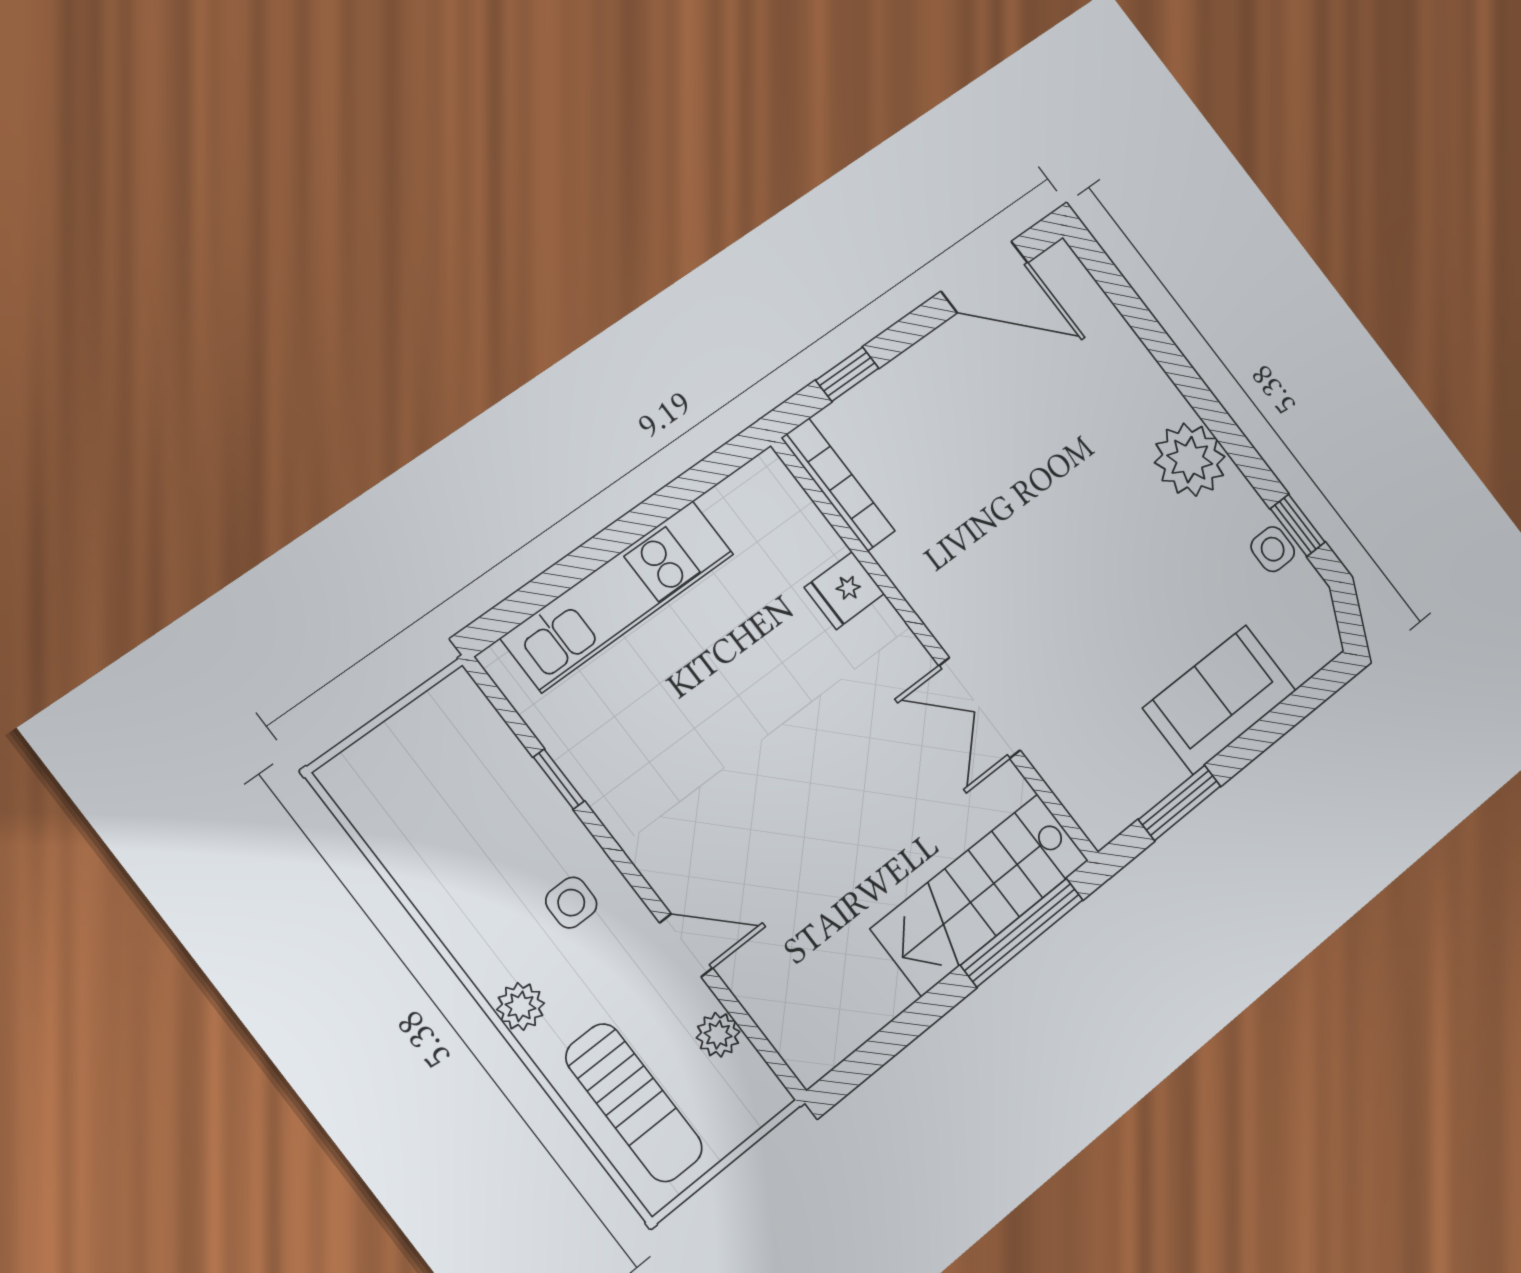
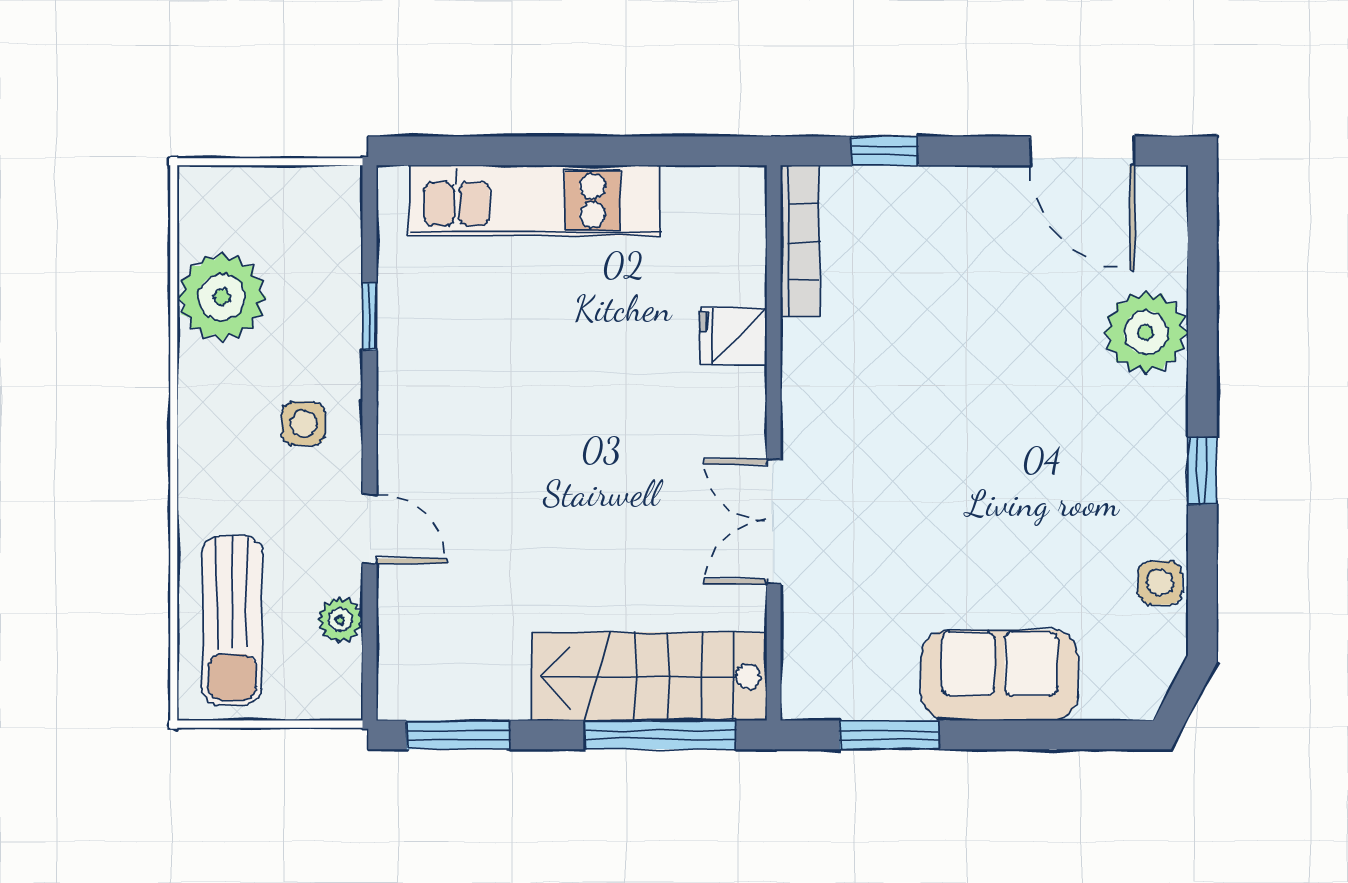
plant: (1190, 460) -> (1146, 332), moved
window: (1298, 525) -> (1202, 471), moved
plant: (521, 1006) -> (222, 297), moved, width x1.88, depth x1.88
window: (876, 1052) -> (458, 735), added

